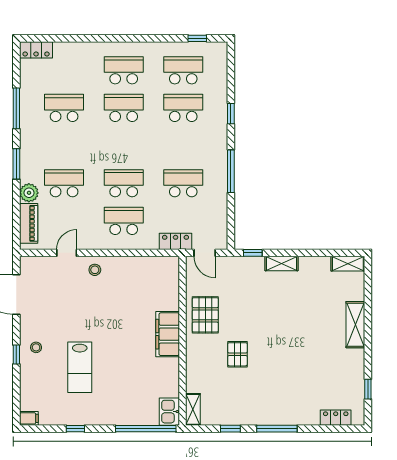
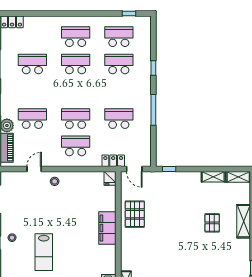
shelving: (281, 263) -> (213, 177), moved
fridge: (171, 266) -> (110, 178), added
pallet: (237, 354) -> (212, 223), moved

